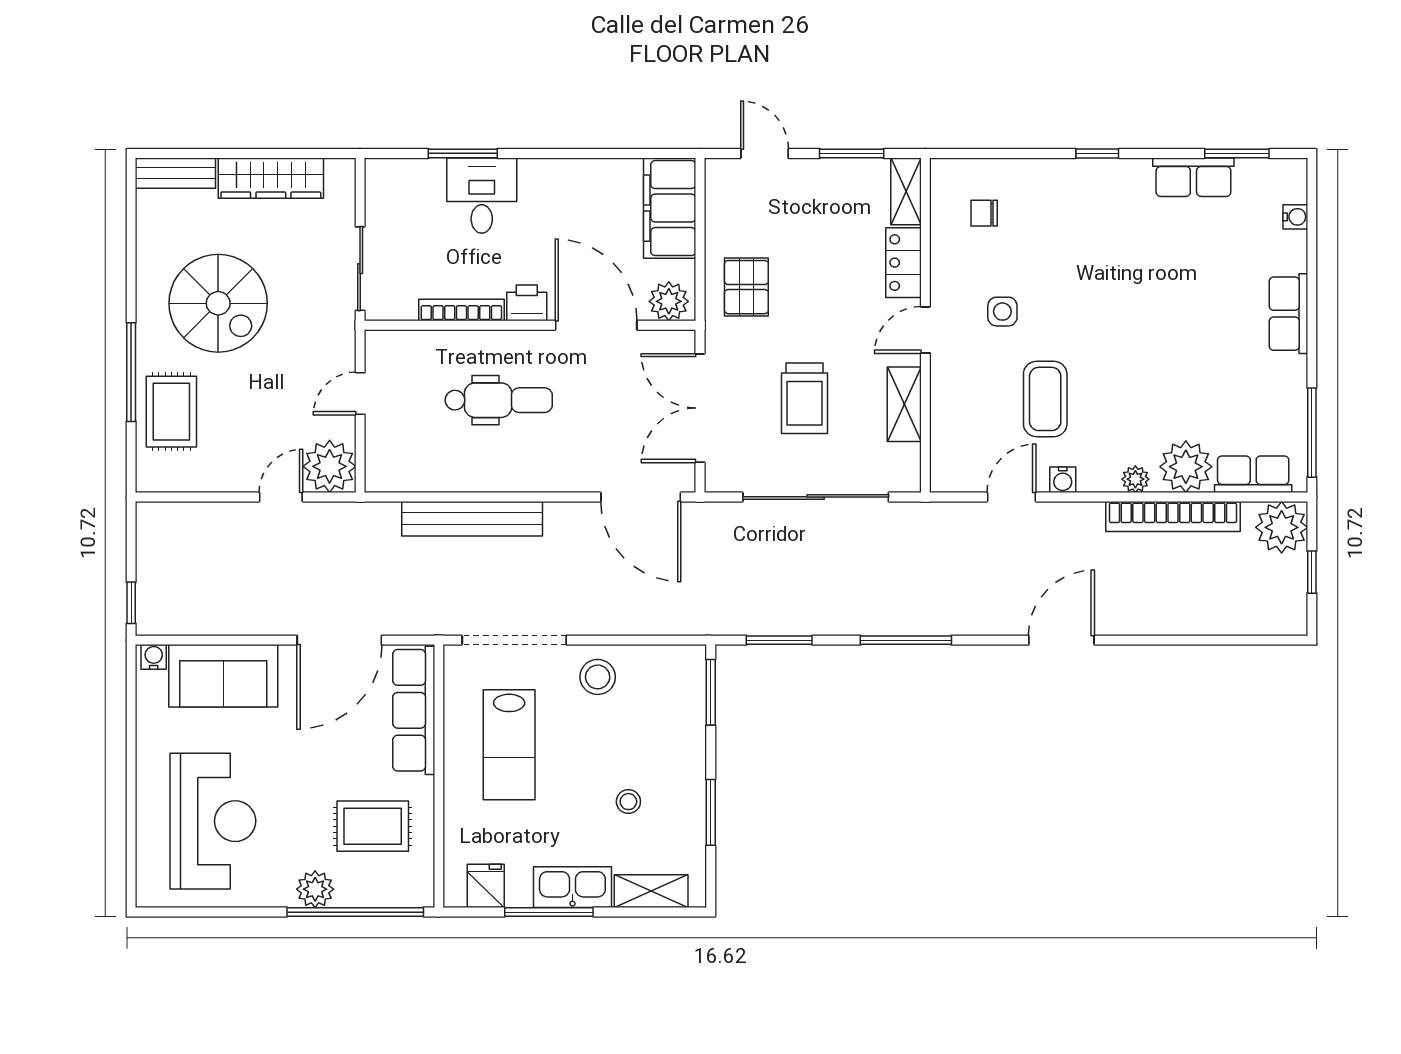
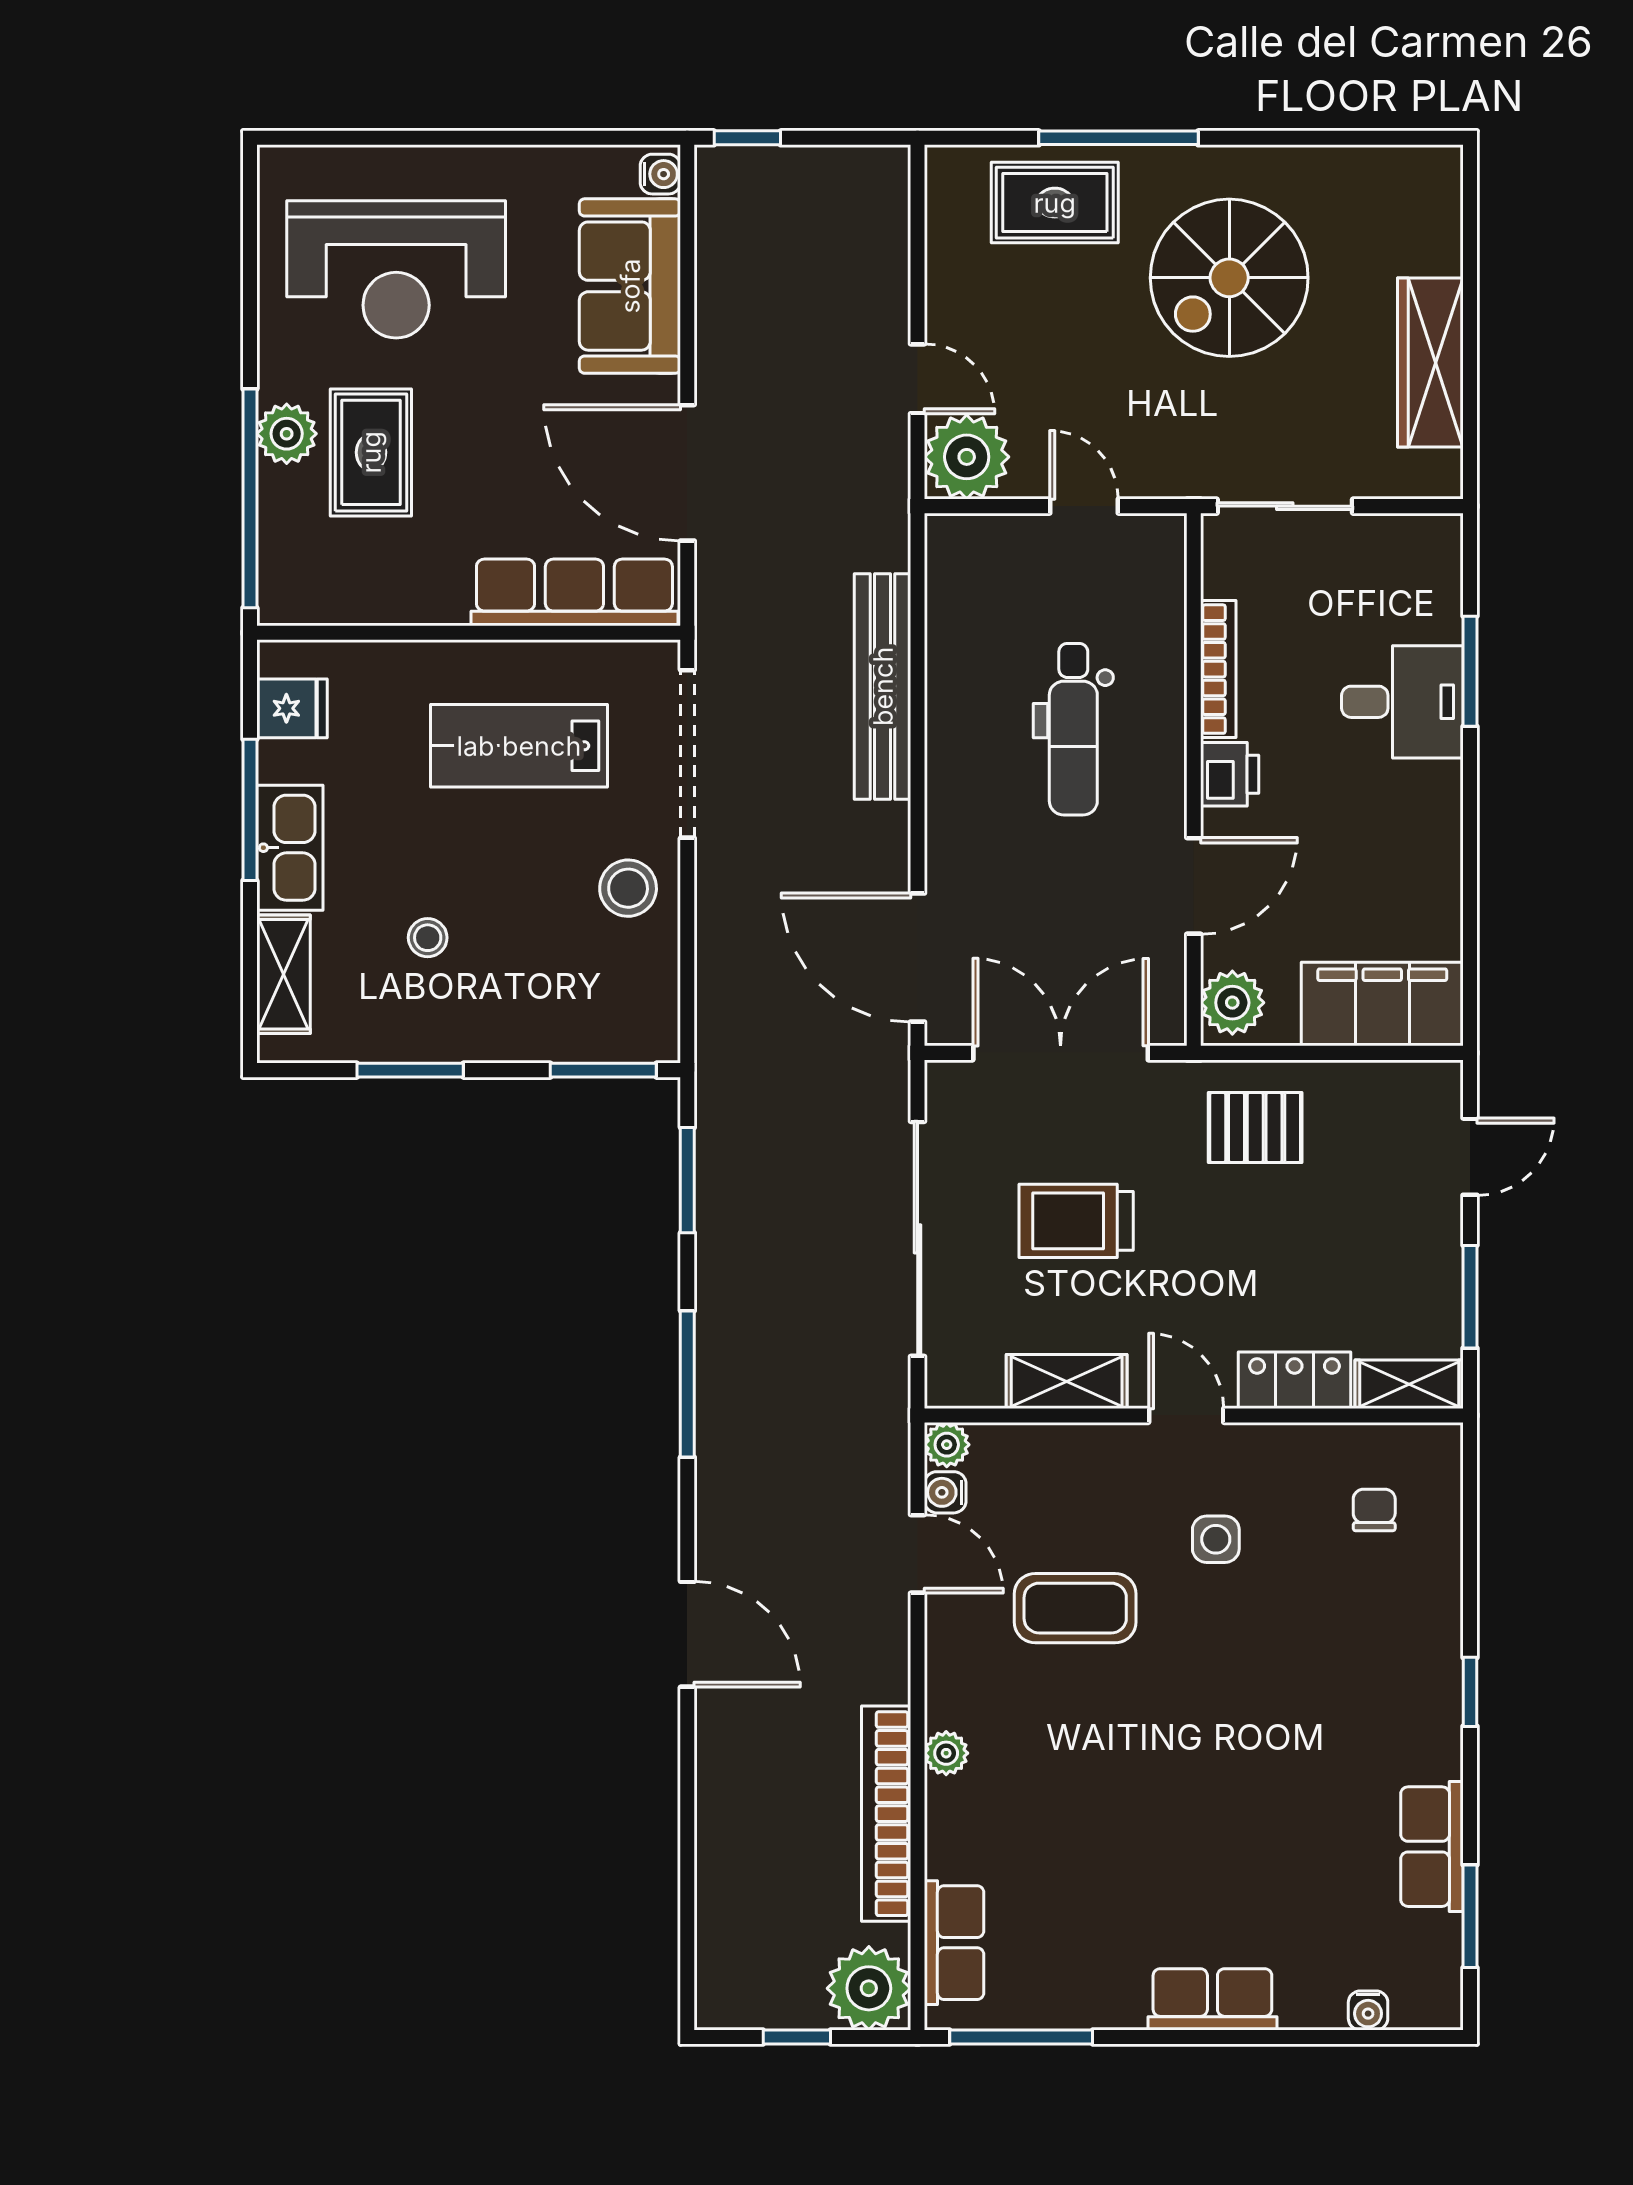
bench: (175, 173) -> (1439, 209), removed
door: (596, 325) -> (1194, 886), width x0.73
plant: (1186, 467) -> (947, 1445), moved, width x0.53, depth x0.53
water cooler: (1063, 480) -> (945, 1492), moved
door: (641, 497) -> (918, 958), hinge flipped
rug: (373, 826) -> (371, 452), moved

